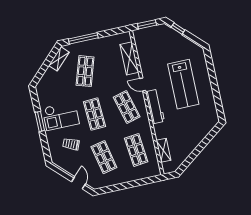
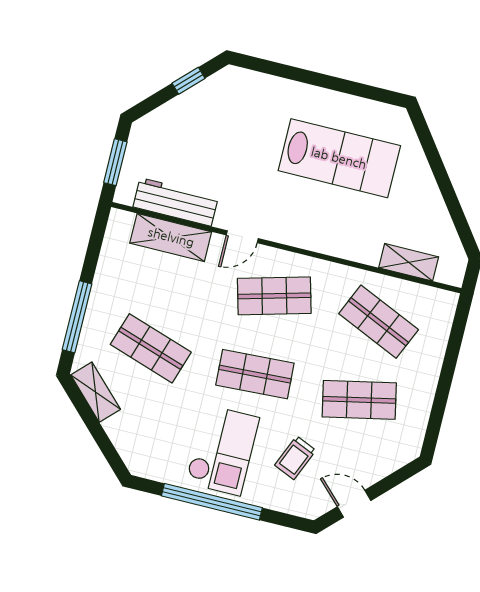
window: (178, 29) -> (189, 81), moved
lab bench: (183, 84) -> (339, 158), moved
workbench: (155, 107) -> (176, 202), moved
window: (40, 121) -> (212, 502), width x2.11
shop shelf: (136, 150) -> (379, 322), turned 30
door: (79, 183) -> (354, 504), moved

